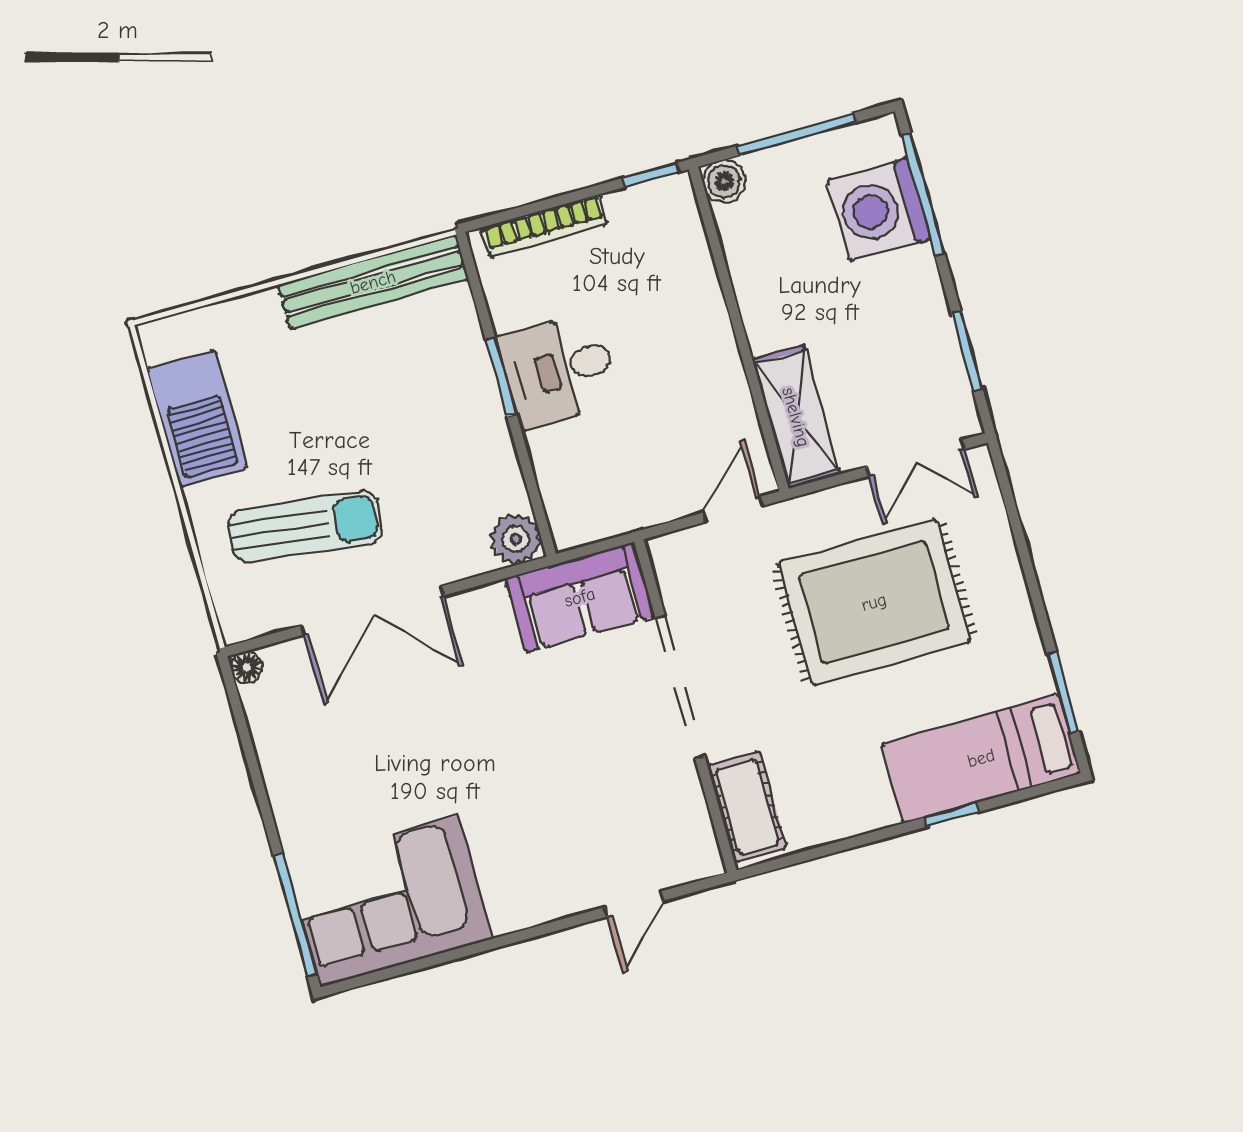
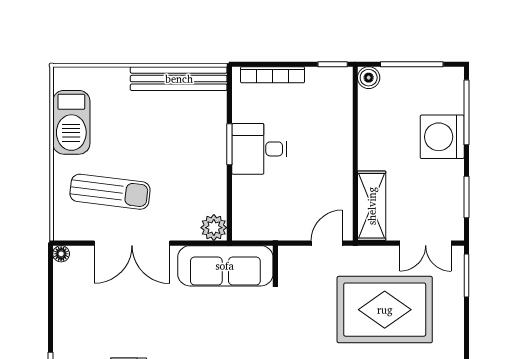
washing machine: (879, 210) -> (442, 137), moved
window: (1008, 497) -> (466, 276), added
sofa: (580, 597) -> (225, 266), width x1.36

